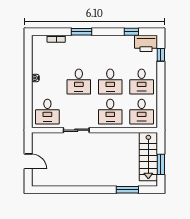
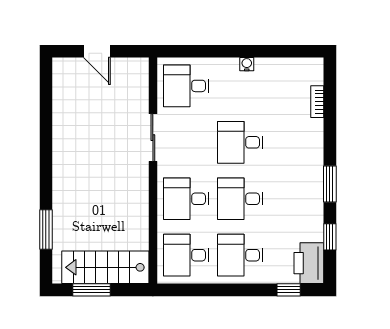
window: (81, 32) -> (330, 184), moved
door: (28, 161) -> (97, 51), hinge flipped

